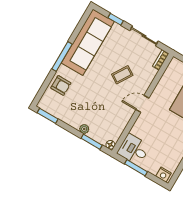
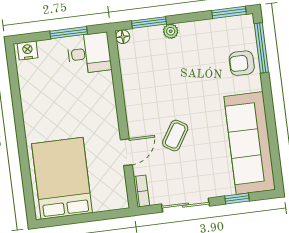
window: (62, 56) -> (261, 48), moved
door: (142, 104) -> (126, 152), moved

